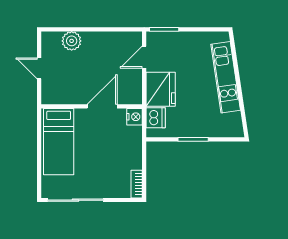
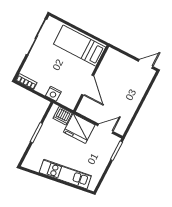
plant: (72, 41) -> (140, 87), removed
door: (144, 57) -> (105, 129), hinge flipped
door: (39, 68) -> (146, 64), moved
nightstand: (135, 117) -> (53, 94), moved

